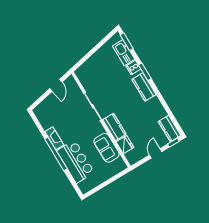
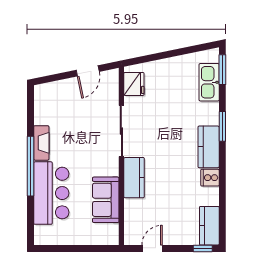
cooker: (133, 68) -> (210, 178), moved
fridge: (125, 145) -> (134, 84), moved
door: (156, 153) -> (152, 249), moved

